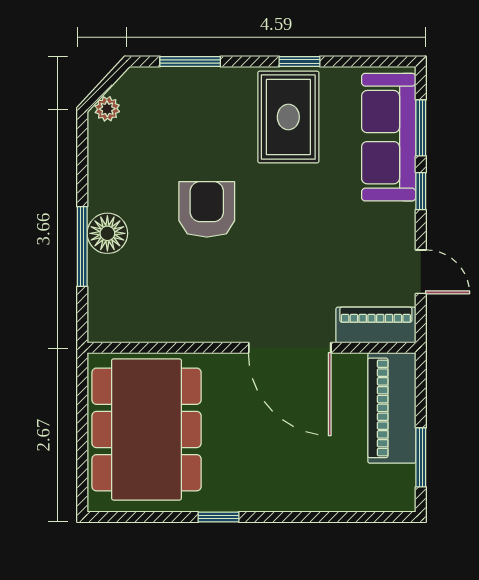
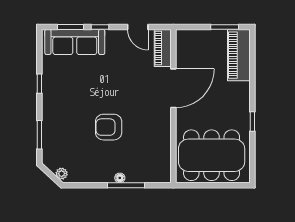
rug: (288, 117) -> (65, 89), removed
floor lamp: (107, 233) -> (120, 178), width x0.53, depth x0.53
door: (421, 272) -> (138, 27), swing flipped
piano: (392, 408) -> (239, 55), moved, turned 90

